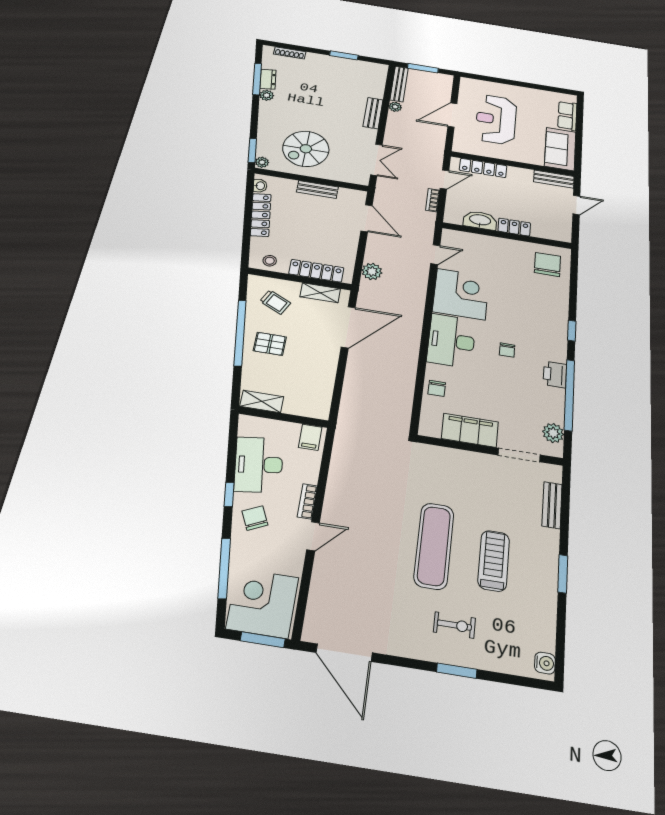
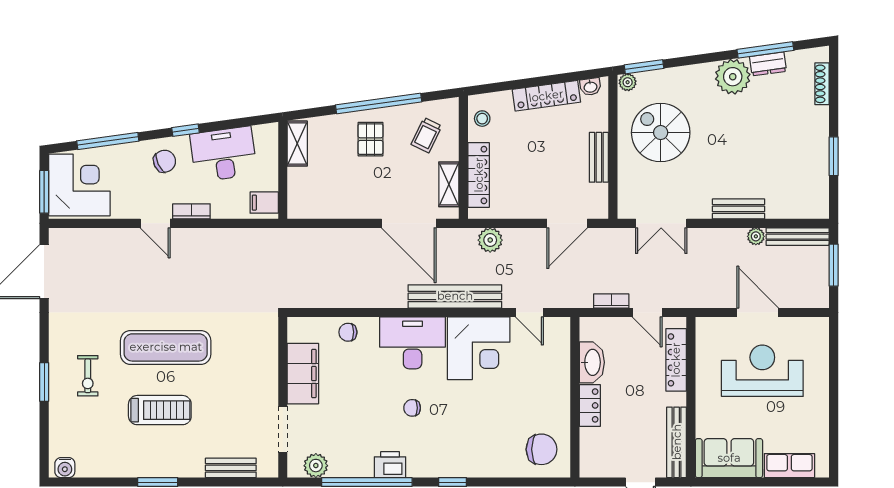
plant: (267, 95) -> (733, 77), width x1.87, depth x1.87
bench: (554, 179) -> (677, 442), width x1.36
bench: (415, 304) -> (455, 296), added

